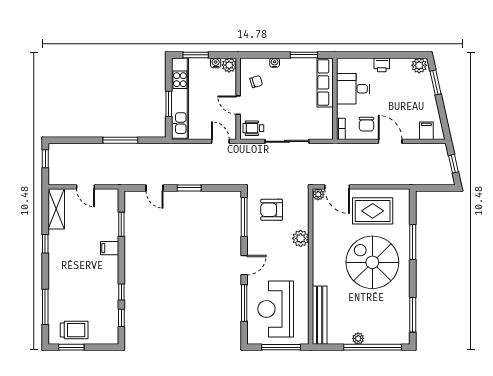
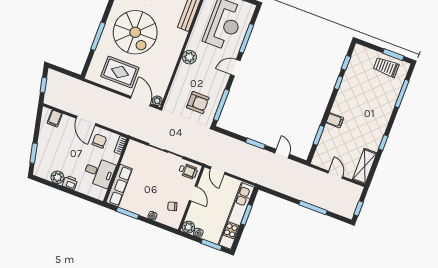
plant: (419, 65) -> (57, 177), moved
window: (120, 140) -> (313, 208), moved
plant: (301, 238) -> (189, 57), moved

